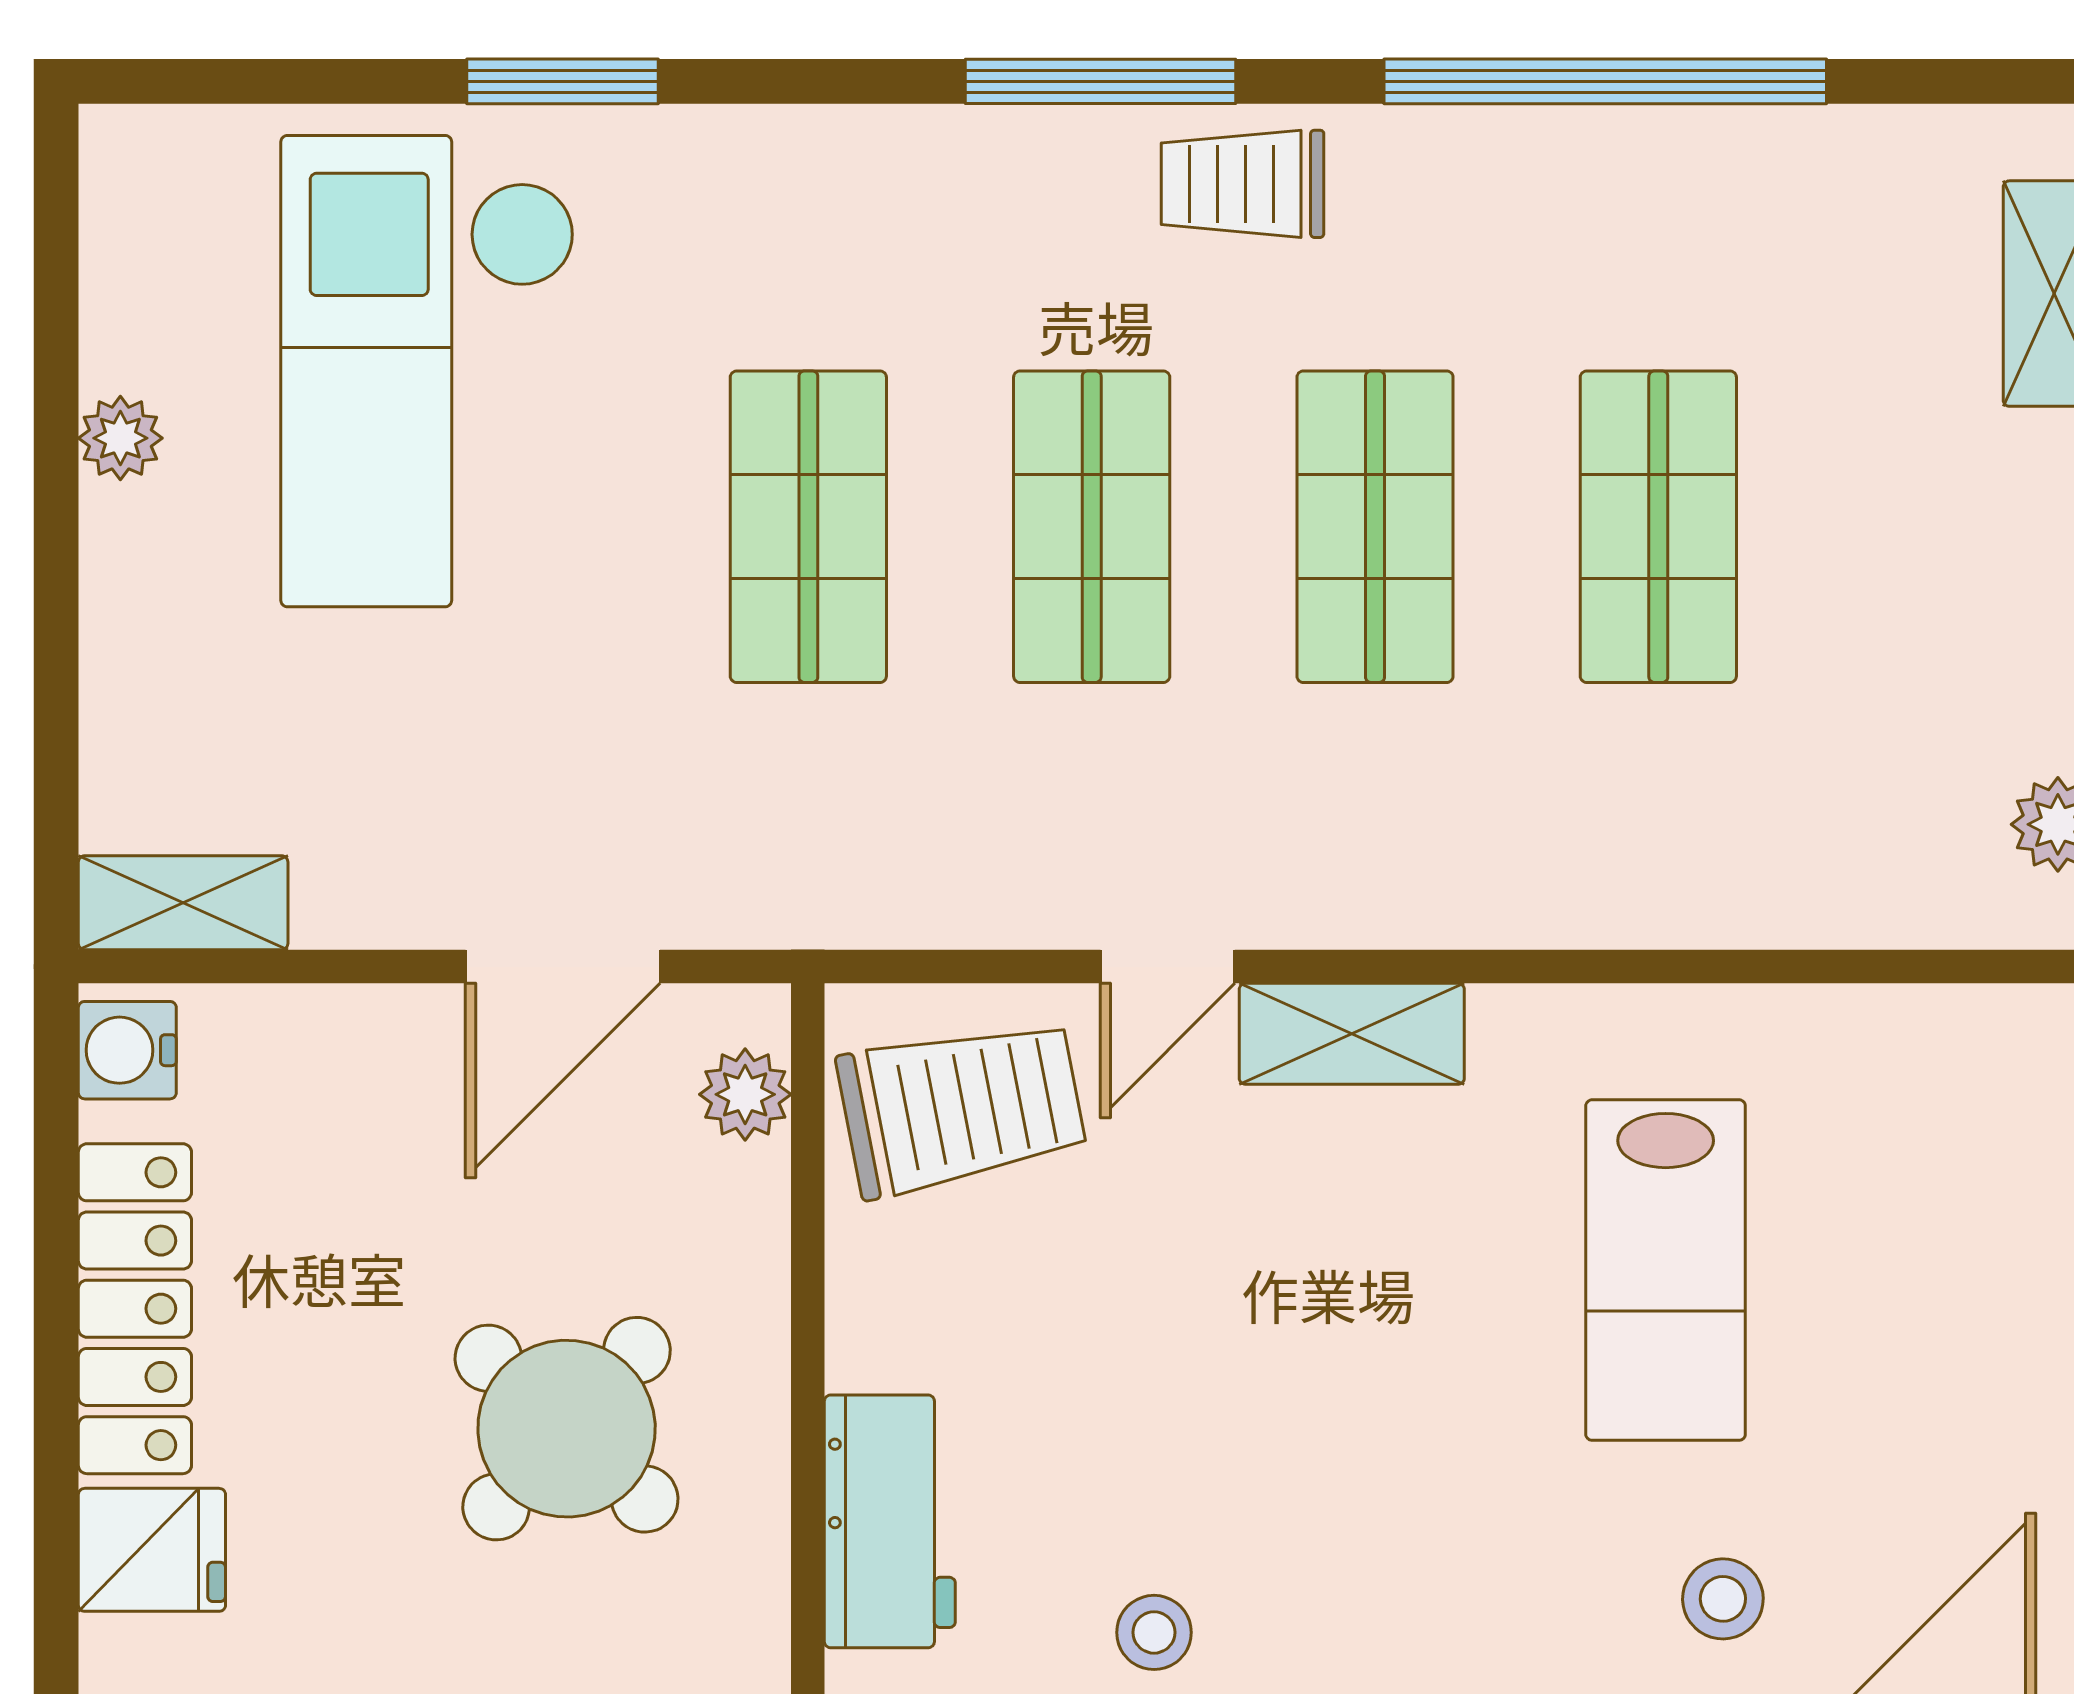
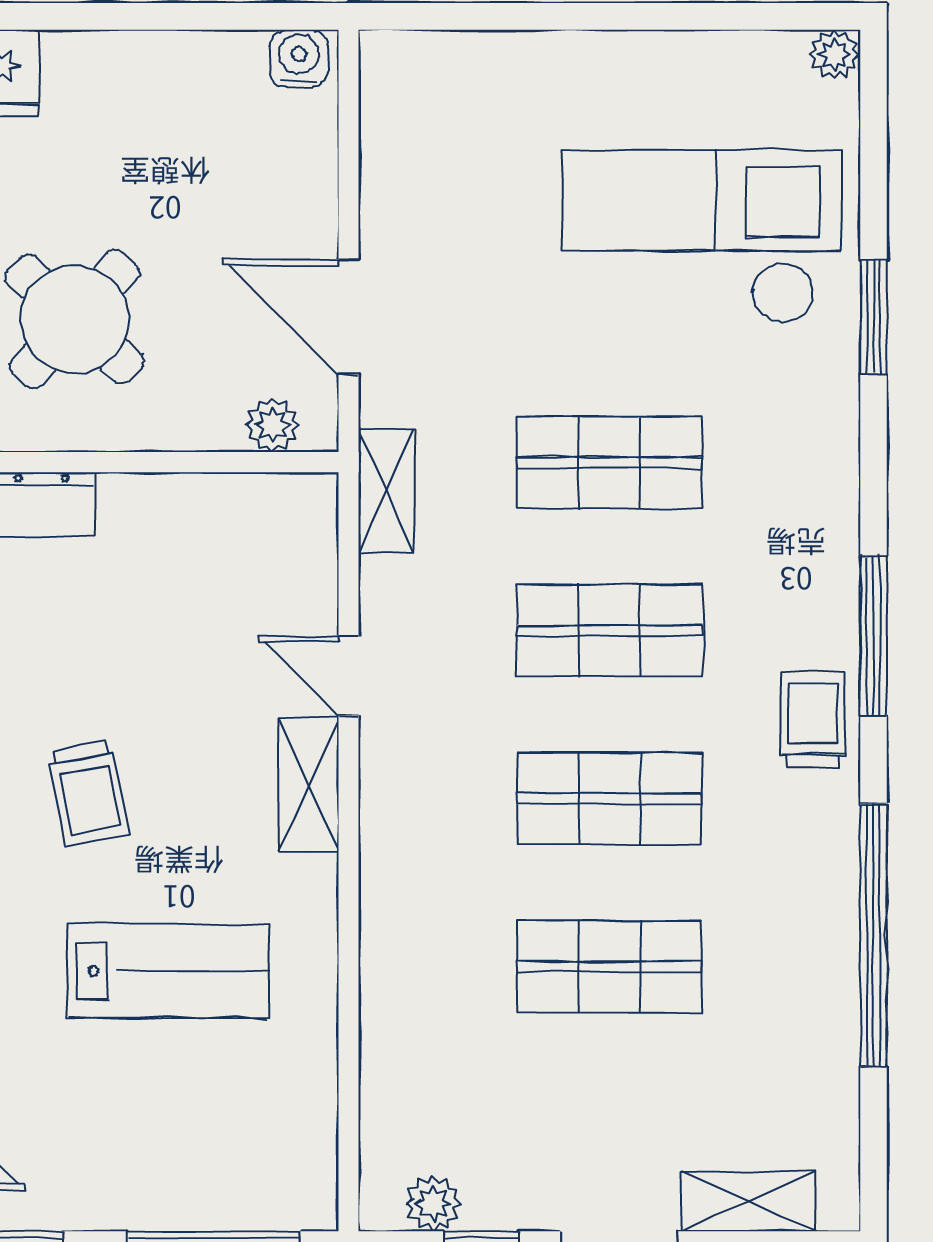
plant: (120, 438) -> (834, 54), moved
shelving: (183, 903) -> (386, 491), moved
trolley: (962, 1107) -> (89, 793), moved, width x0.73, depth x0.72
lab bench: (1666, 1270) -> (169, 971), turned 180
locker: (135, 1309) -> (146, 63), removed

